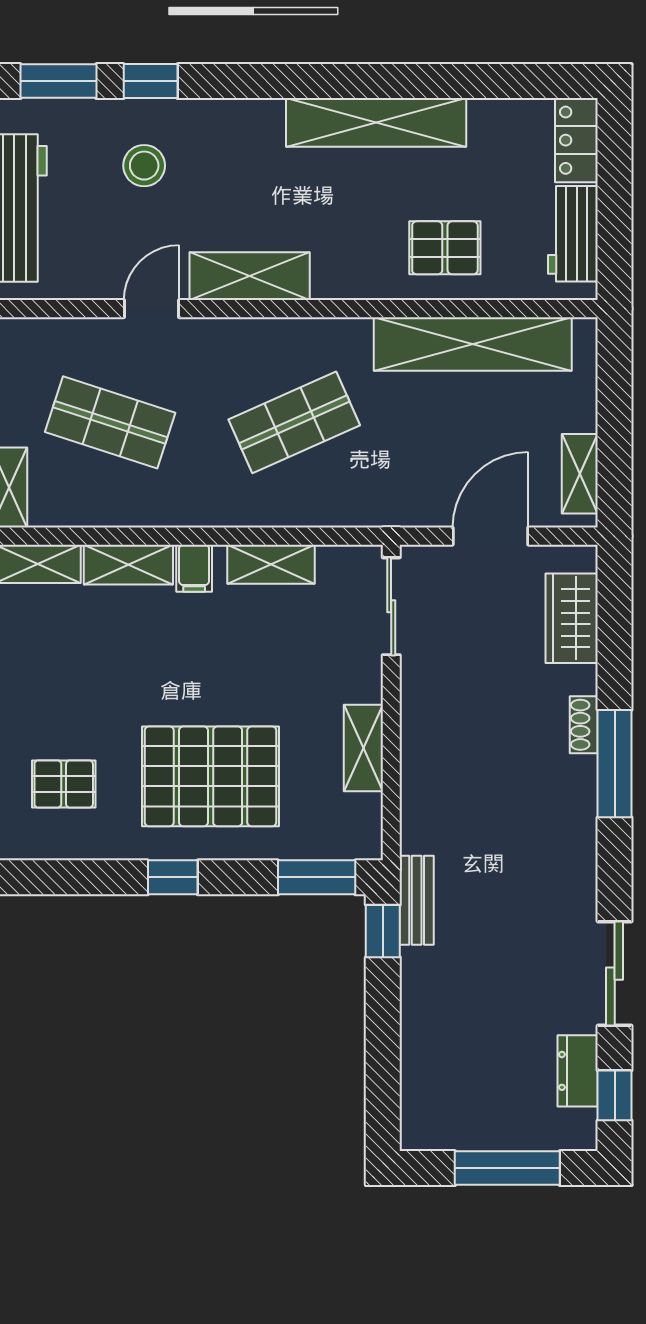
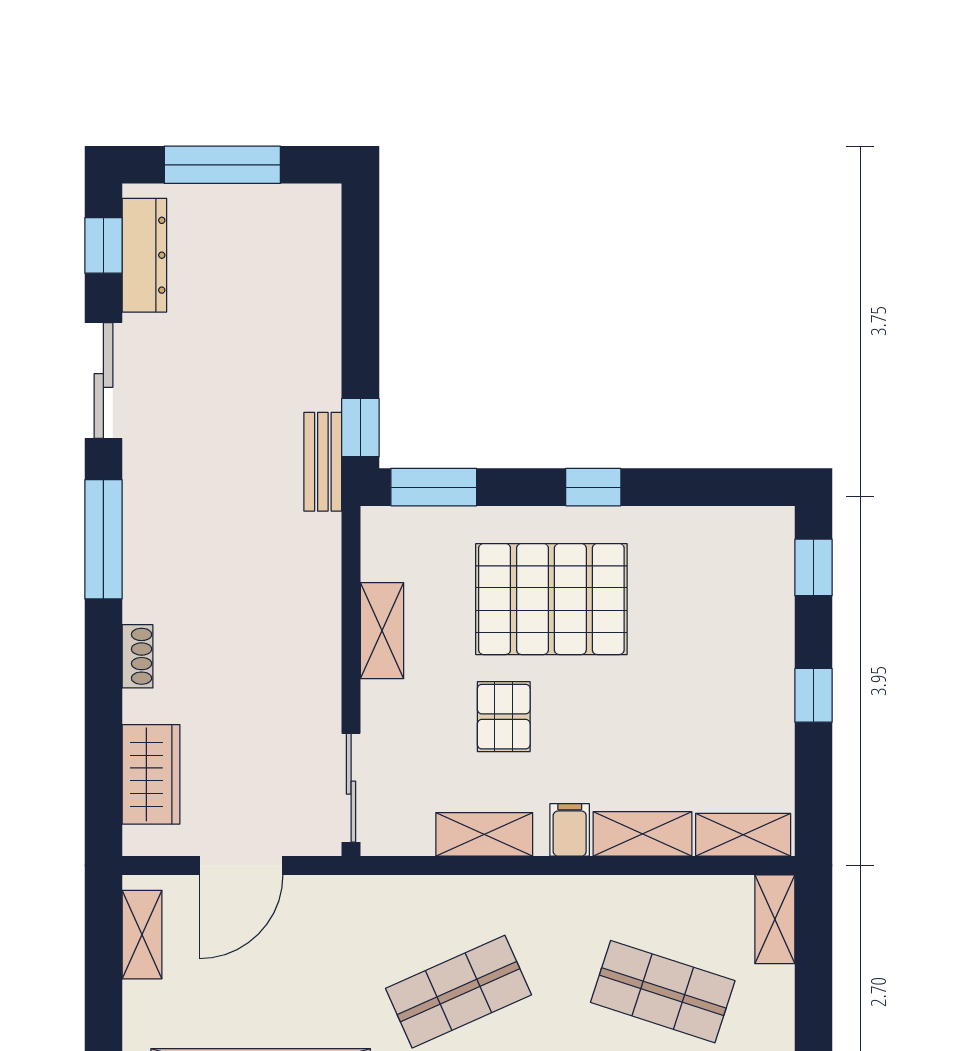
window: (615, 764) -> (103, 539), moved
pallet: (64, 784) -> (504, 717), moved, turned 90
dresser: (578, 1071) -> (144, 255), width x1.44

